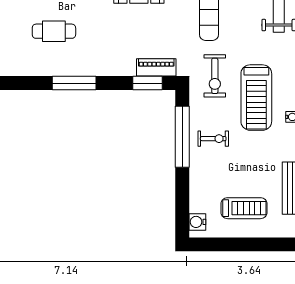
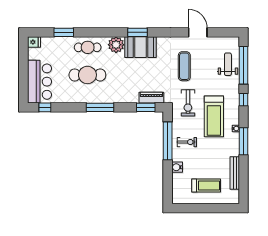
cafe table: (54, 31) -> (87, 75), width x1.37, depth x1.35
water cooler: (197, 222) -> (177, 167), moved

